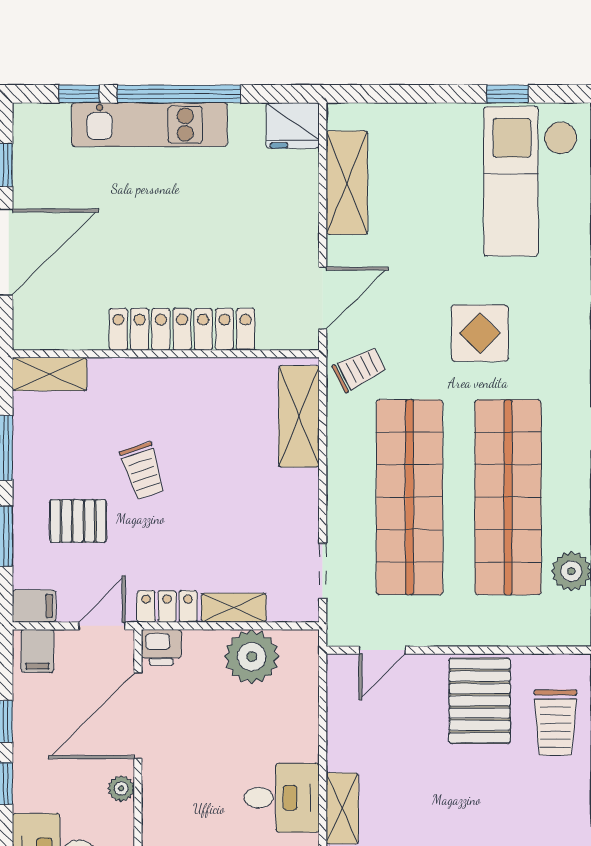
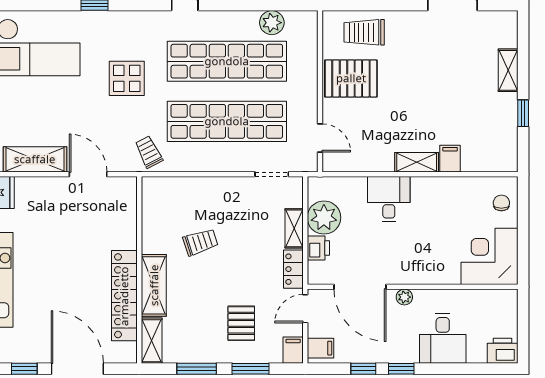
door: (323, 298) -> (88, 174), moved
locker: (182, 329) -> (124, 296), moved
shelving: (299, 416) -> (154, 285), moved, turned 90
trolley: (143, 471) -> (200, 242), moved
door: (102, 626) -> (305, 309), hinge flipped
printer: (161, 647) -> (318, 248), moved
trolley: (555, 723) -> (364, 32), turned 180
desk: (282, 798) -> (389, 199), moved

